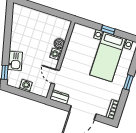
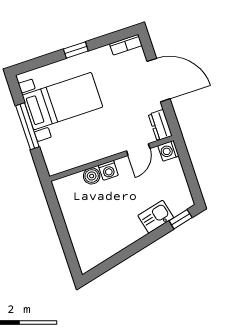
window: (108, 30) -> (27, 126), width x2.17
washing machine: (26, 86) -> (168, 151), moved

